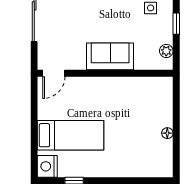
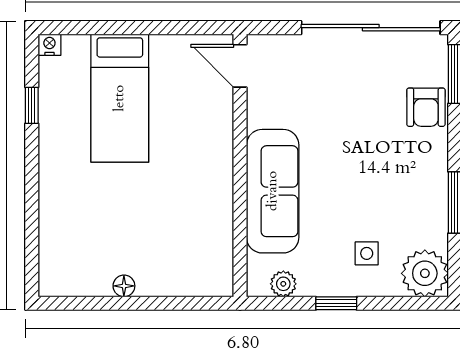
sofa: (110, 56) -> (273, 191), width x1.36
nightstand: (47, 166) -> (49, 45), width x0.53, depth x0.56

